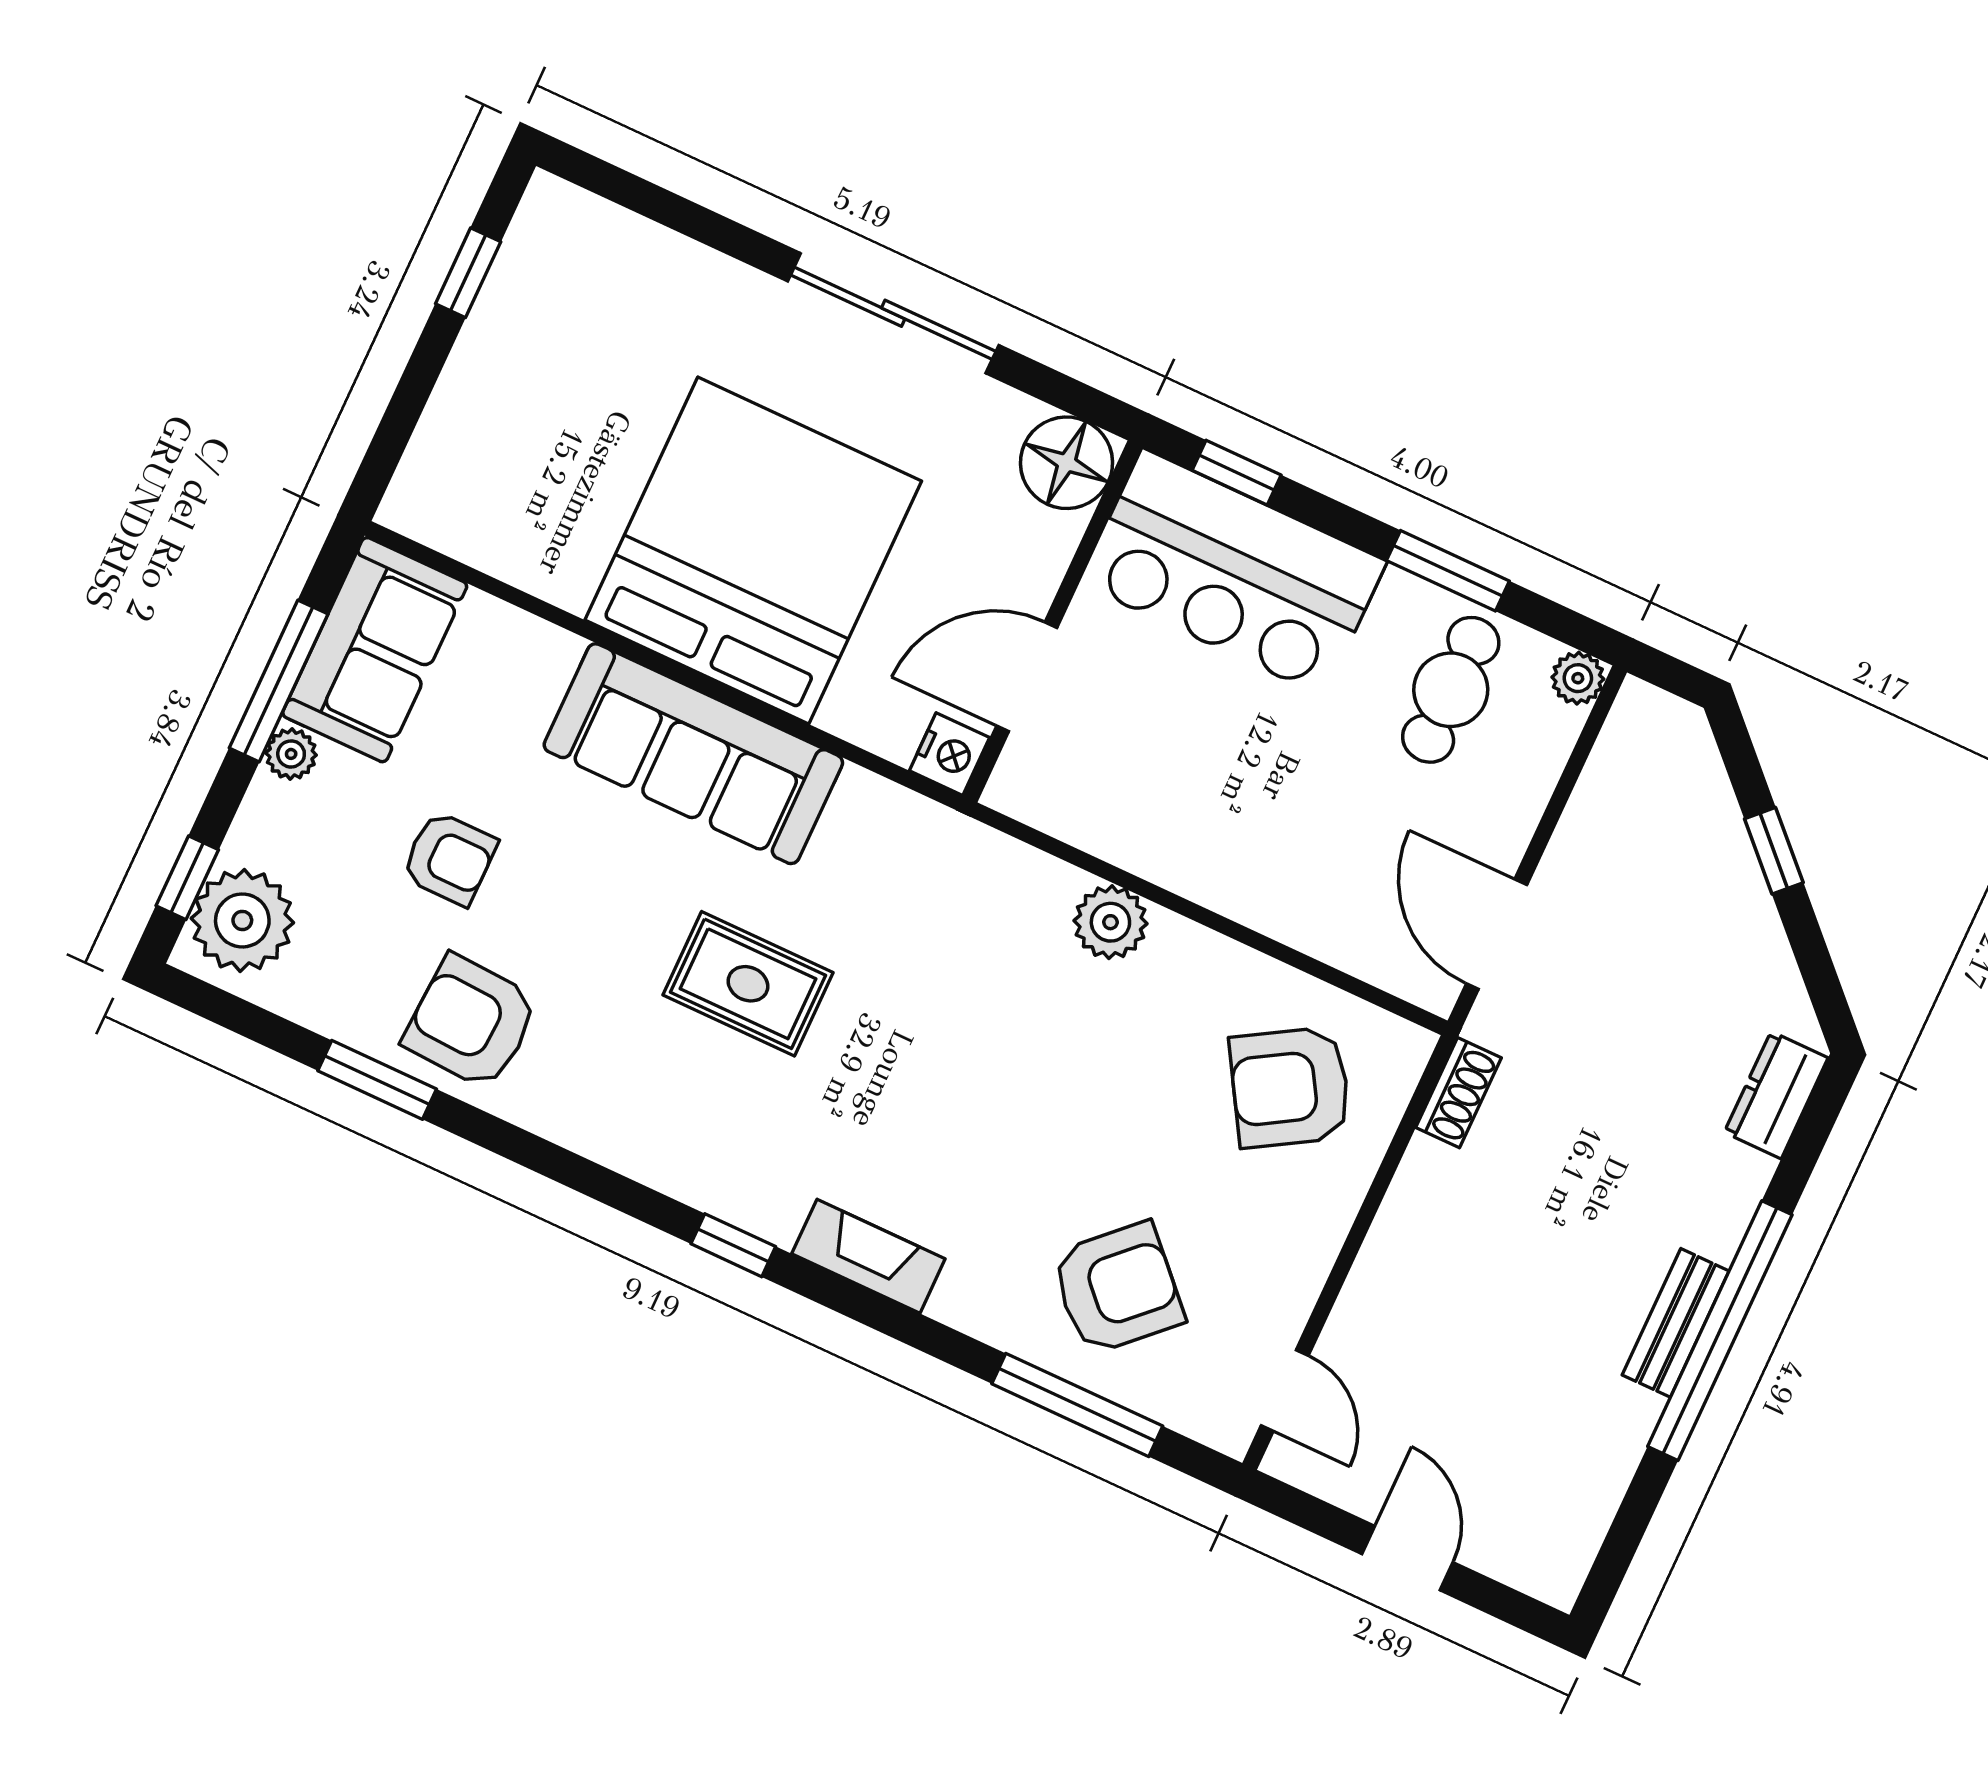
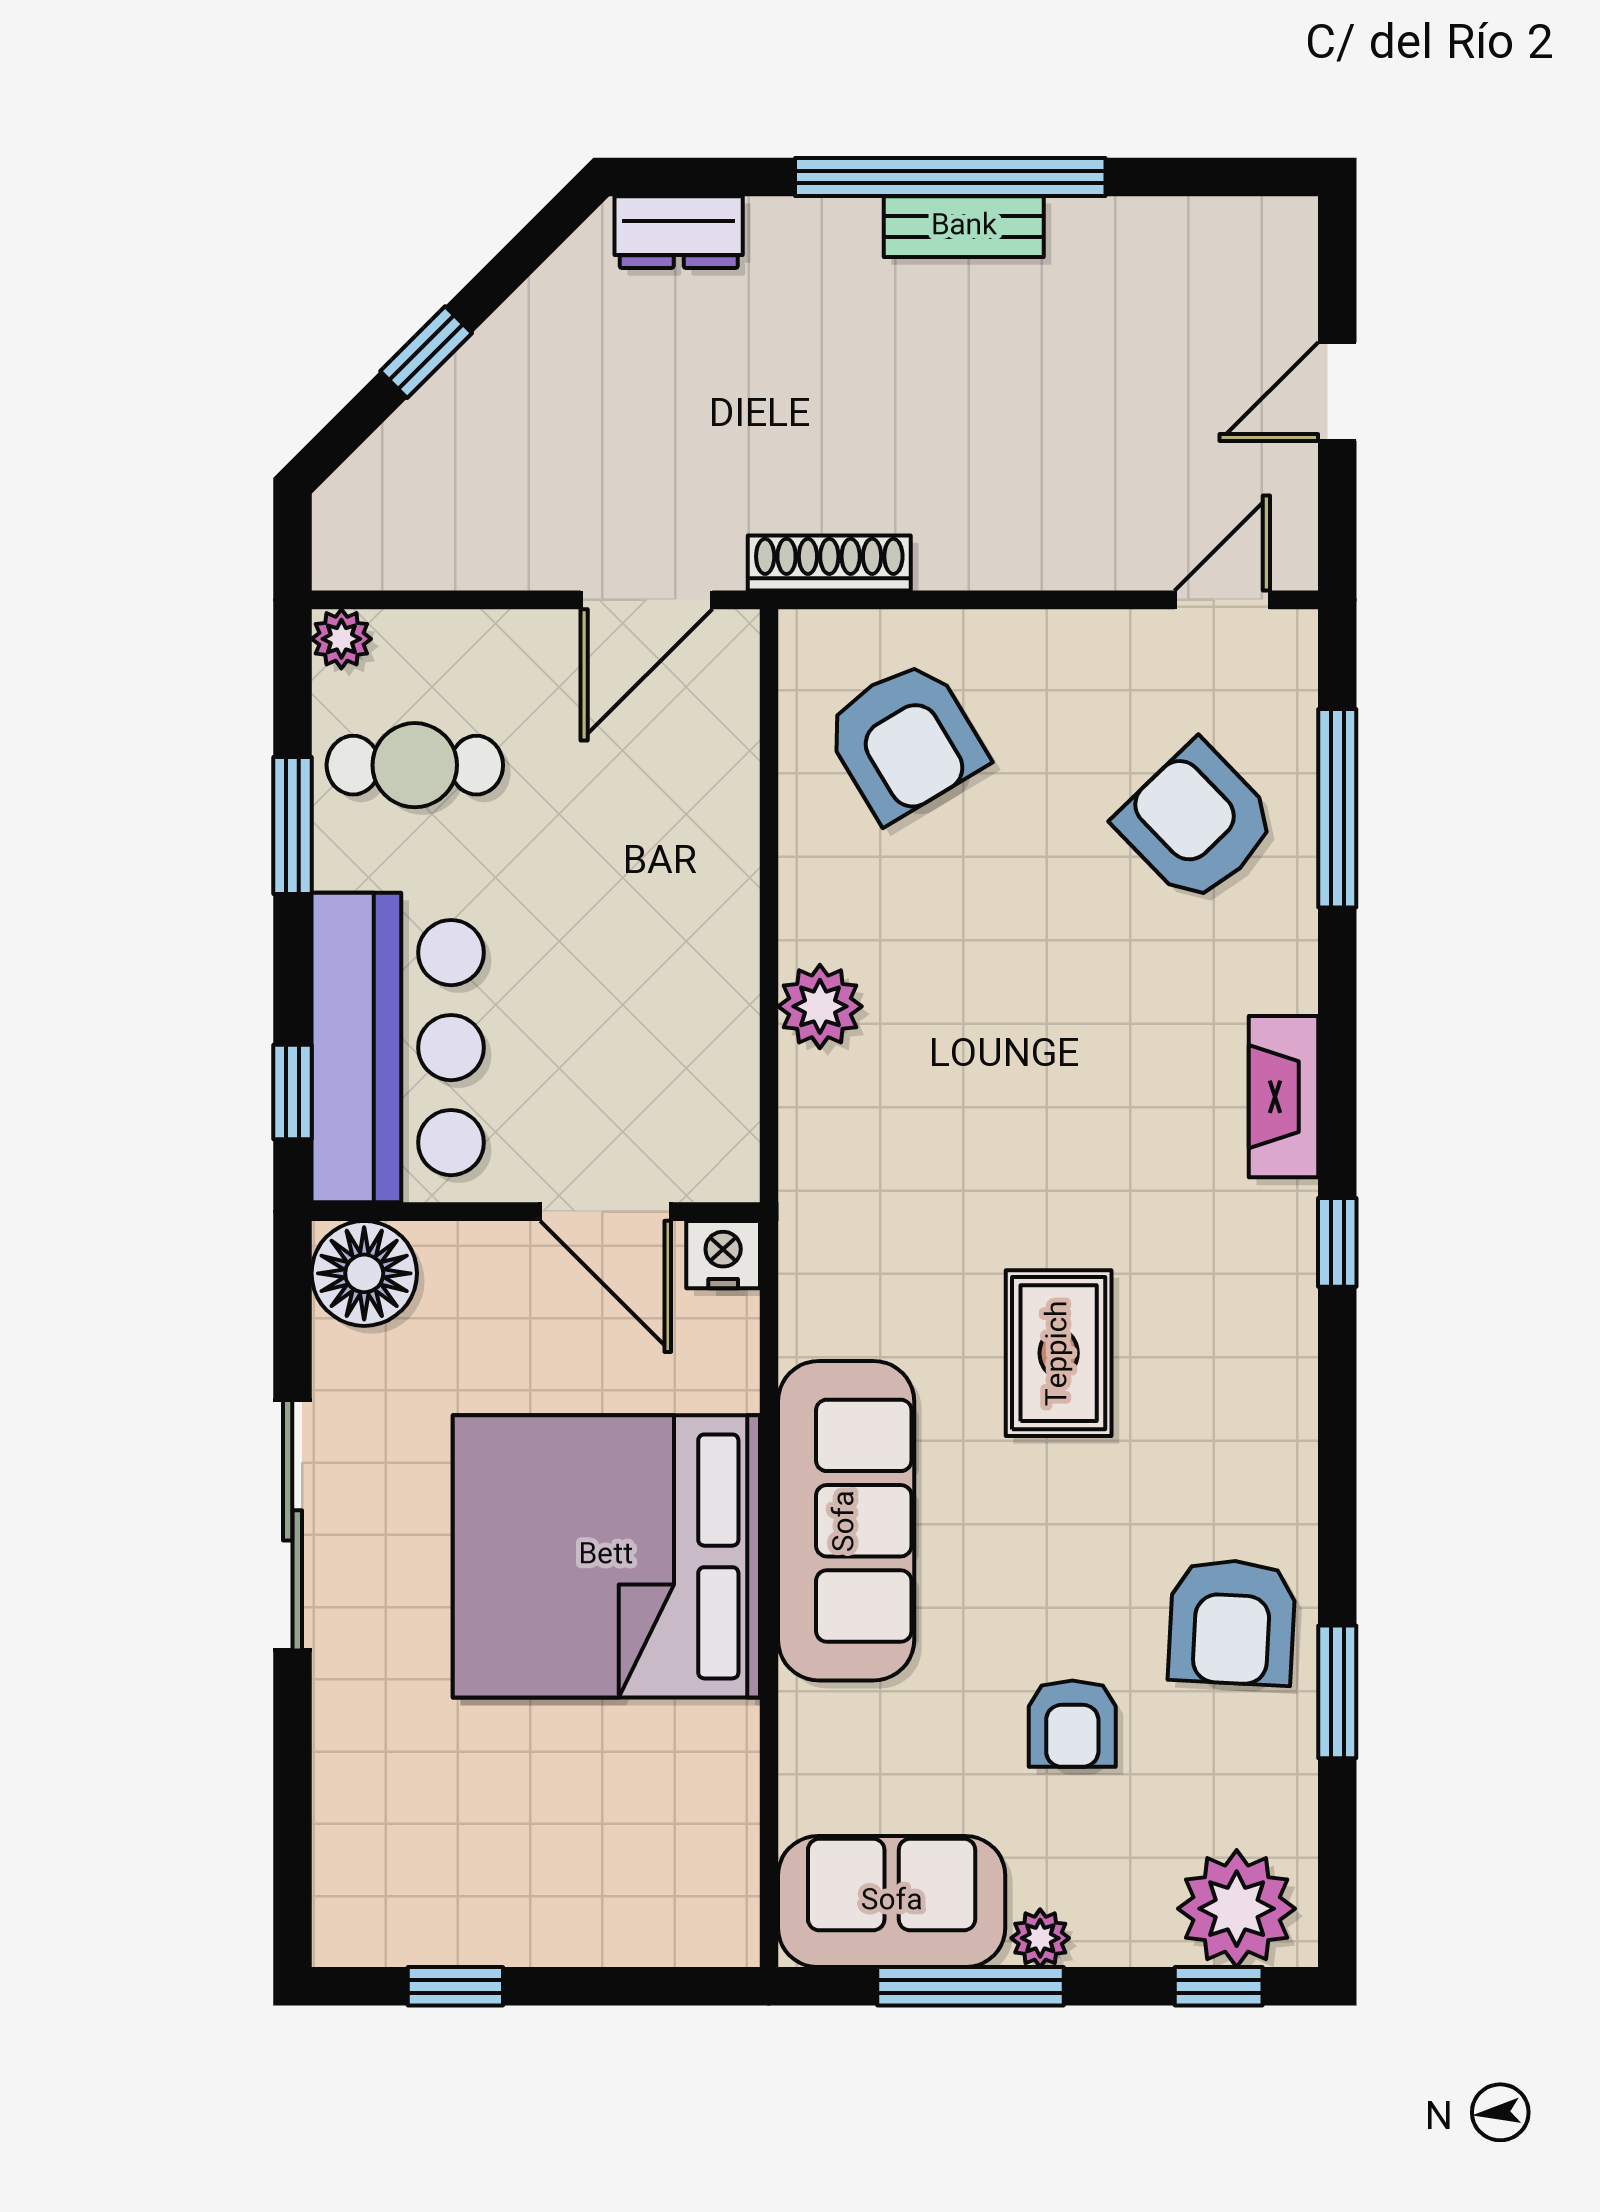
armchair: (449, 858) -> (1072, 1724), turned 180
shoe rack: (1458, 1093) -> (829, 563), width x1.43

